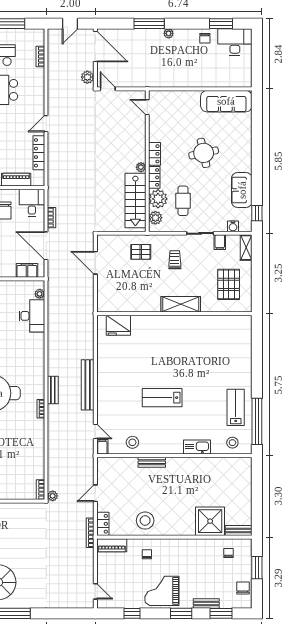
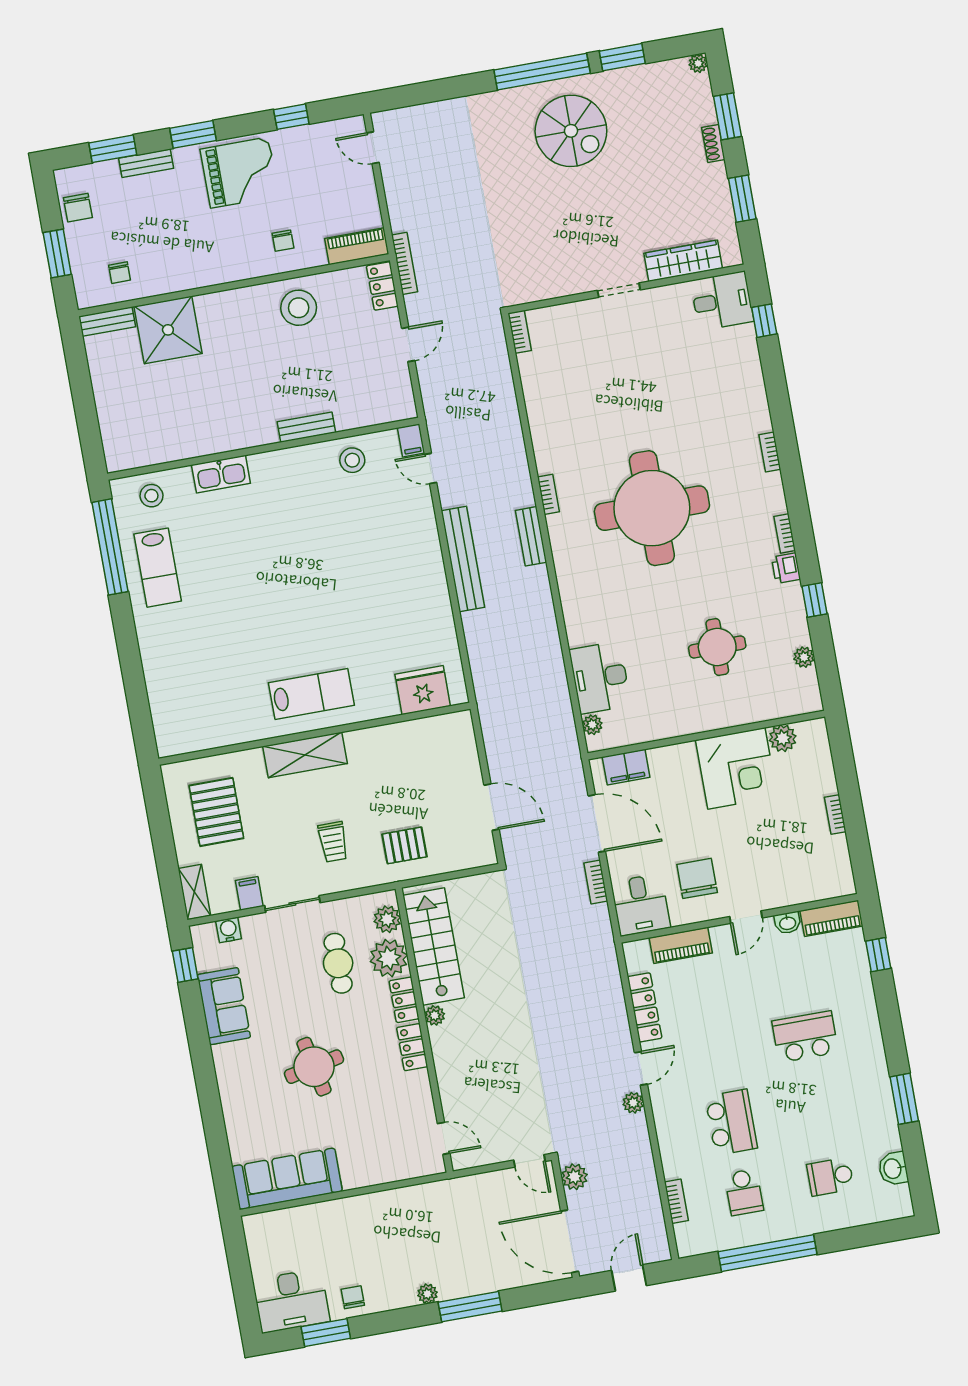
lab bench: (162, 398) -> (311, 694), moved
plant: (53, 496) -> (633, 1103), moved

